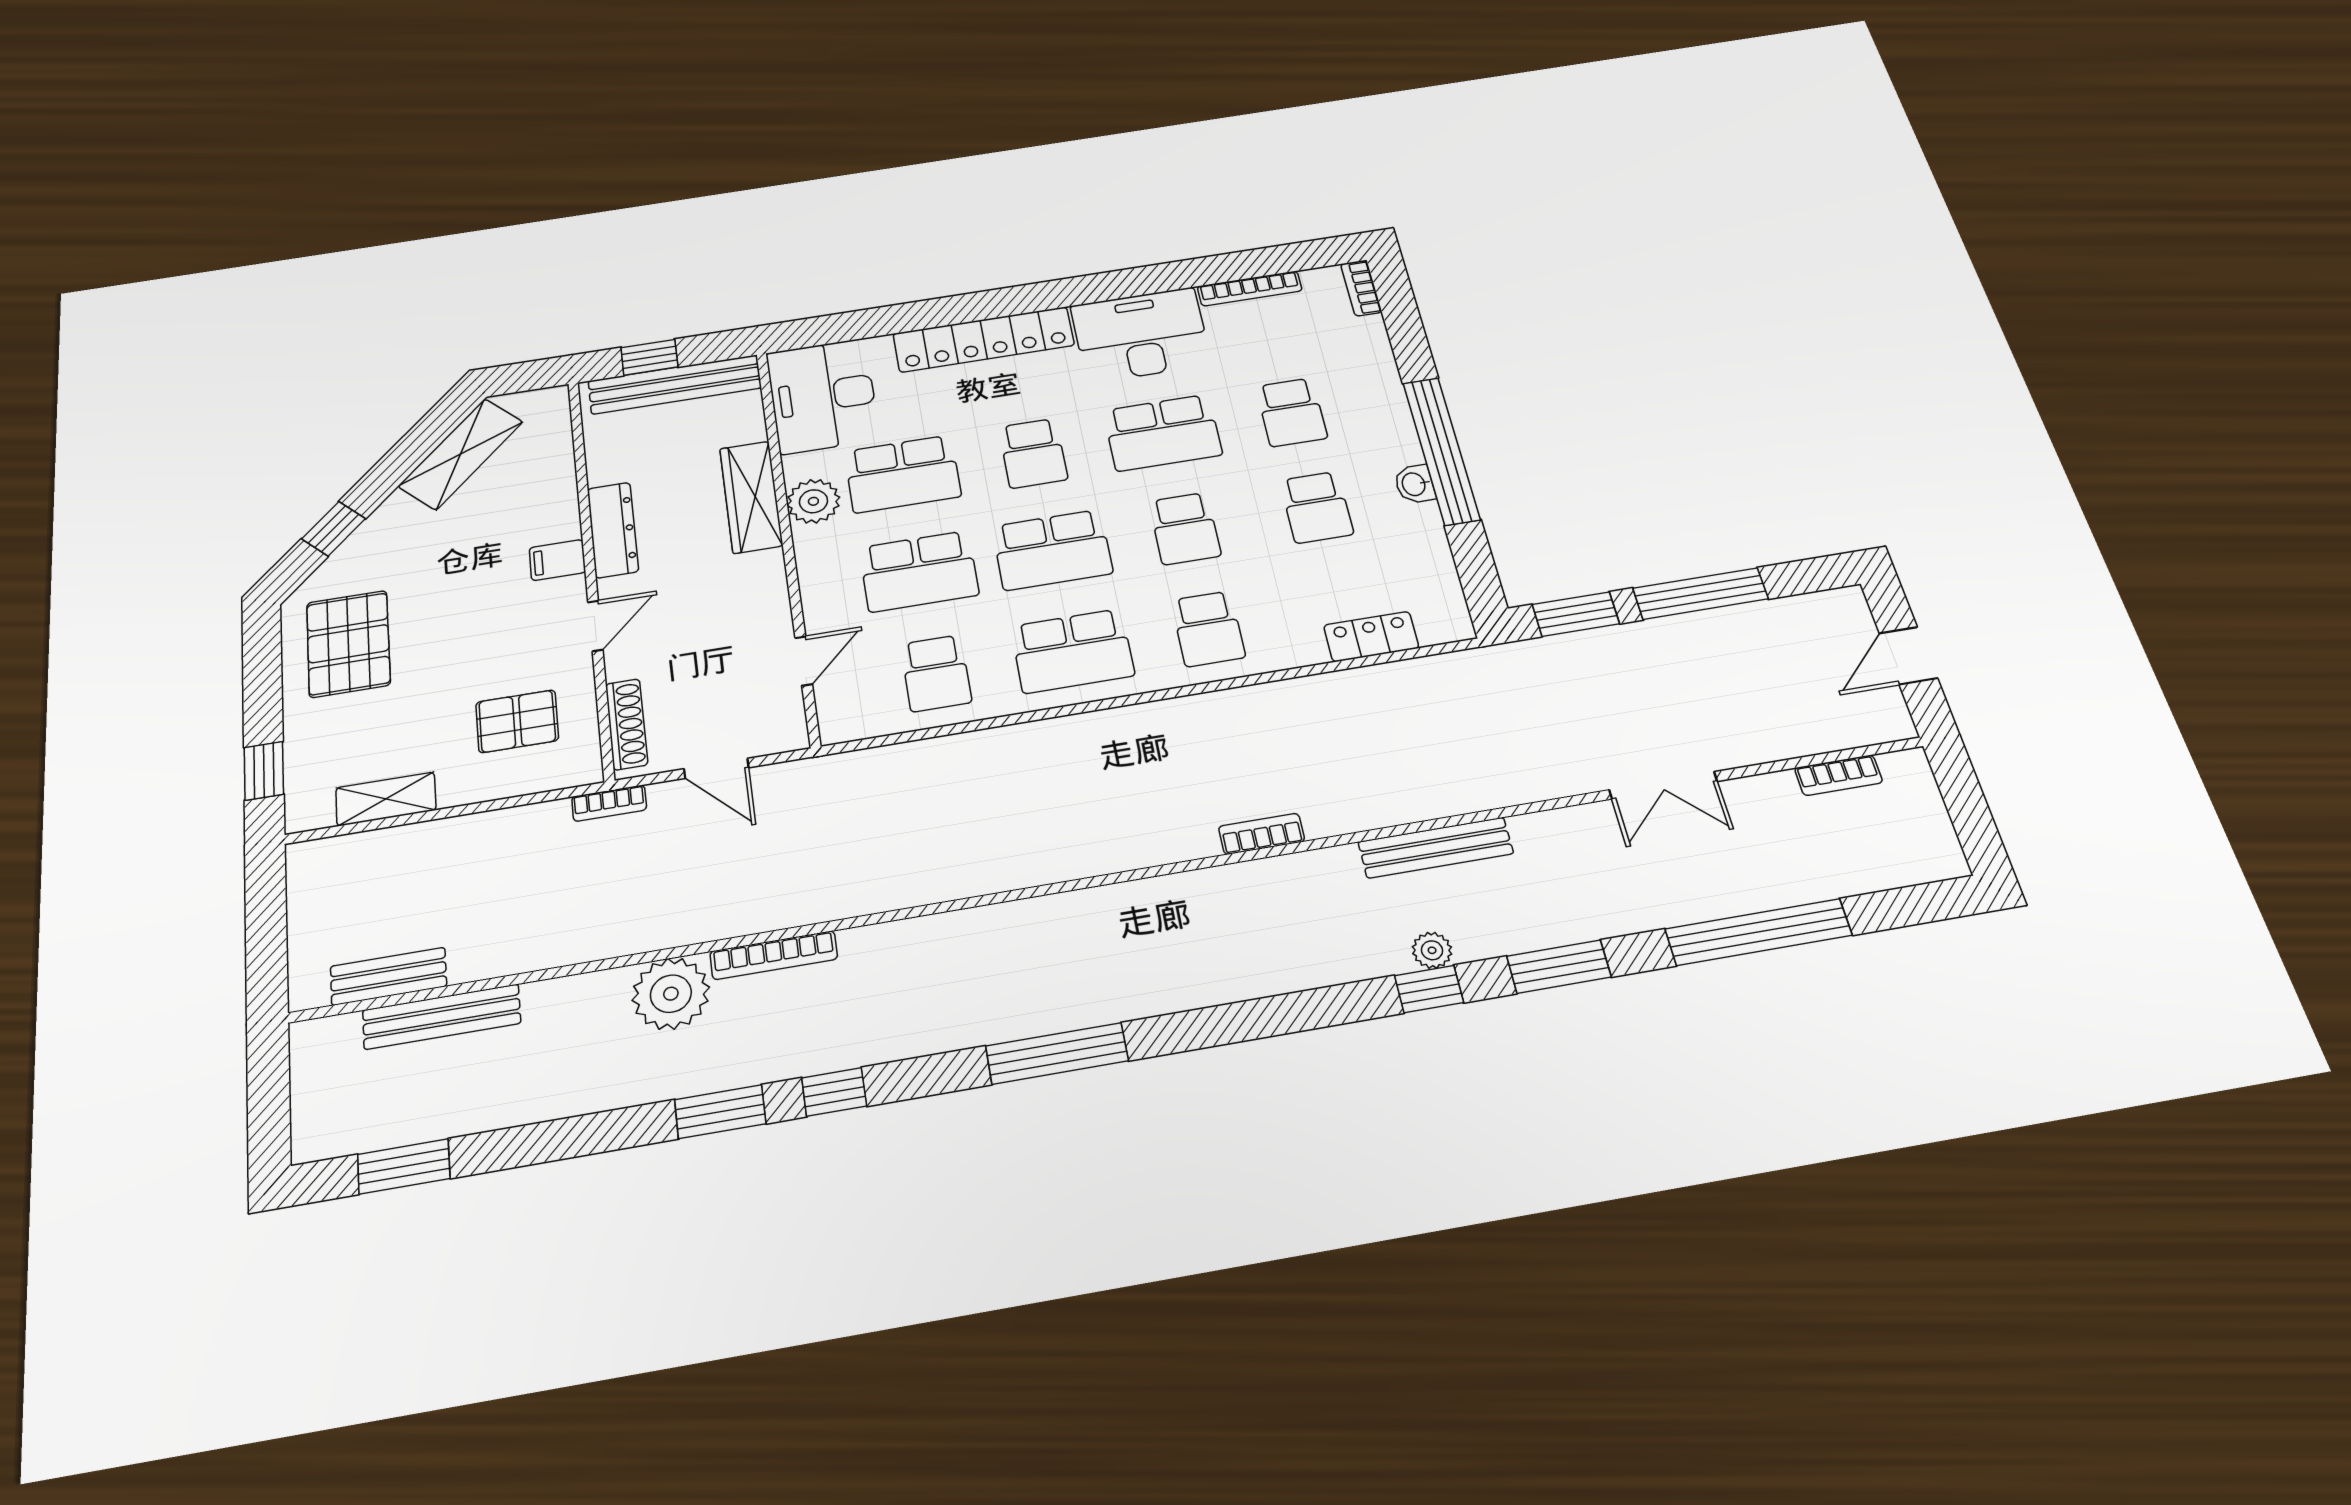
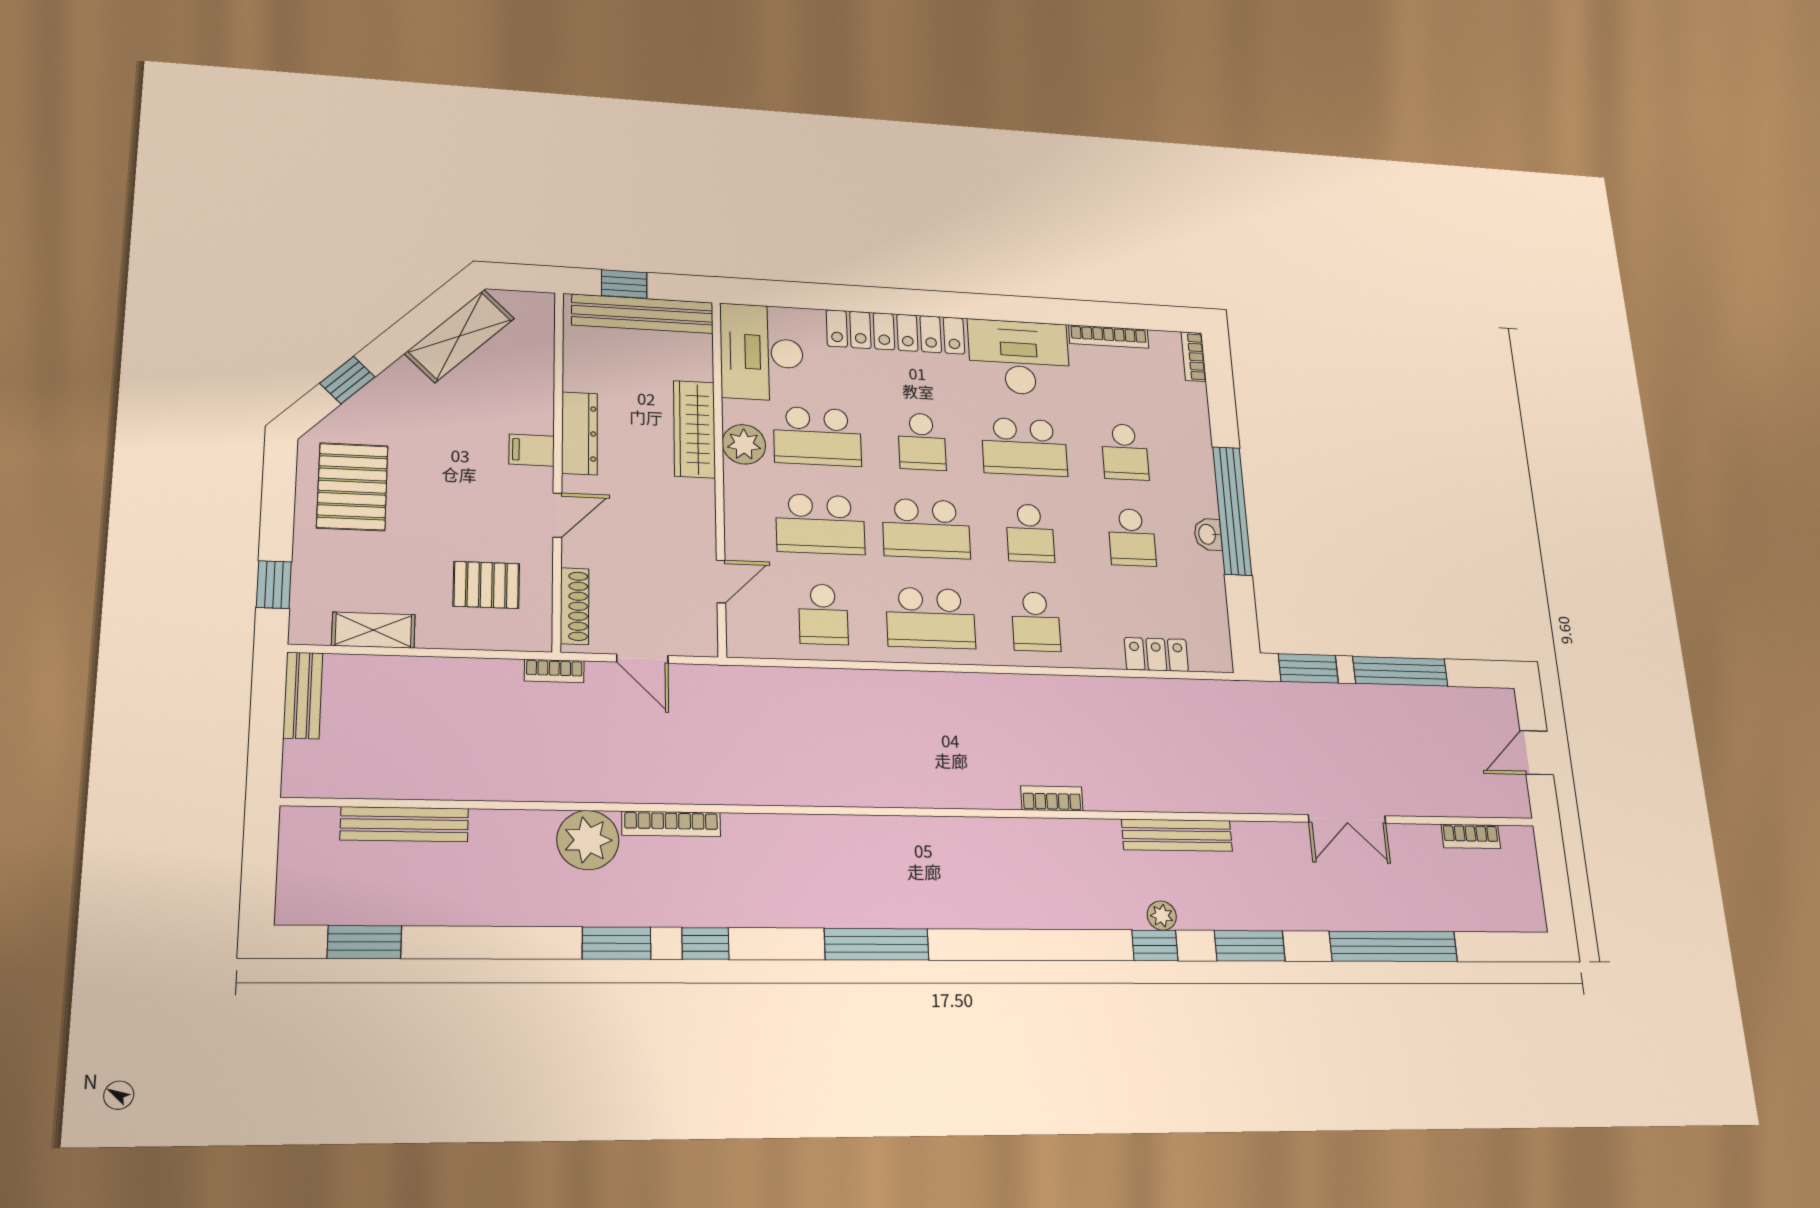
bench: (389, 976) -> (303, 695), moved, turned 90

